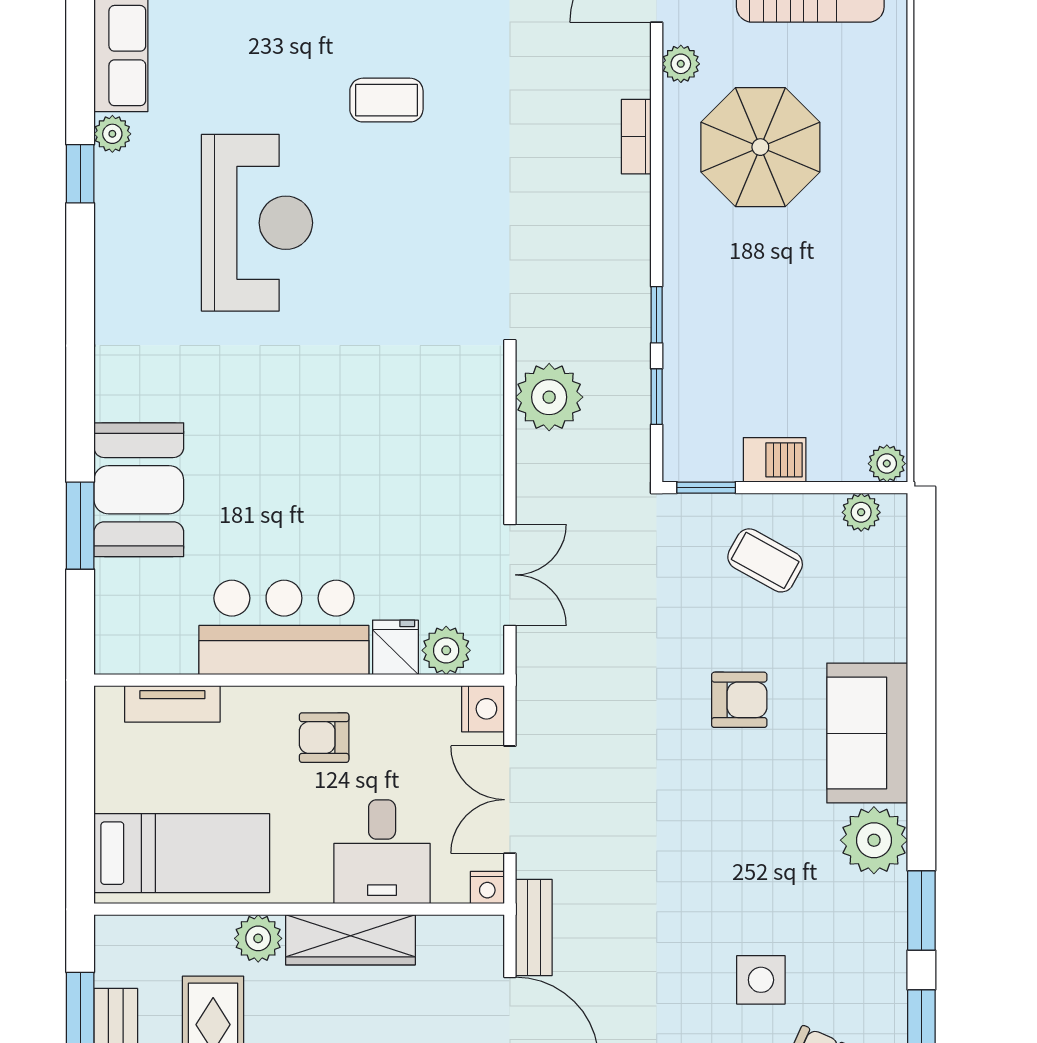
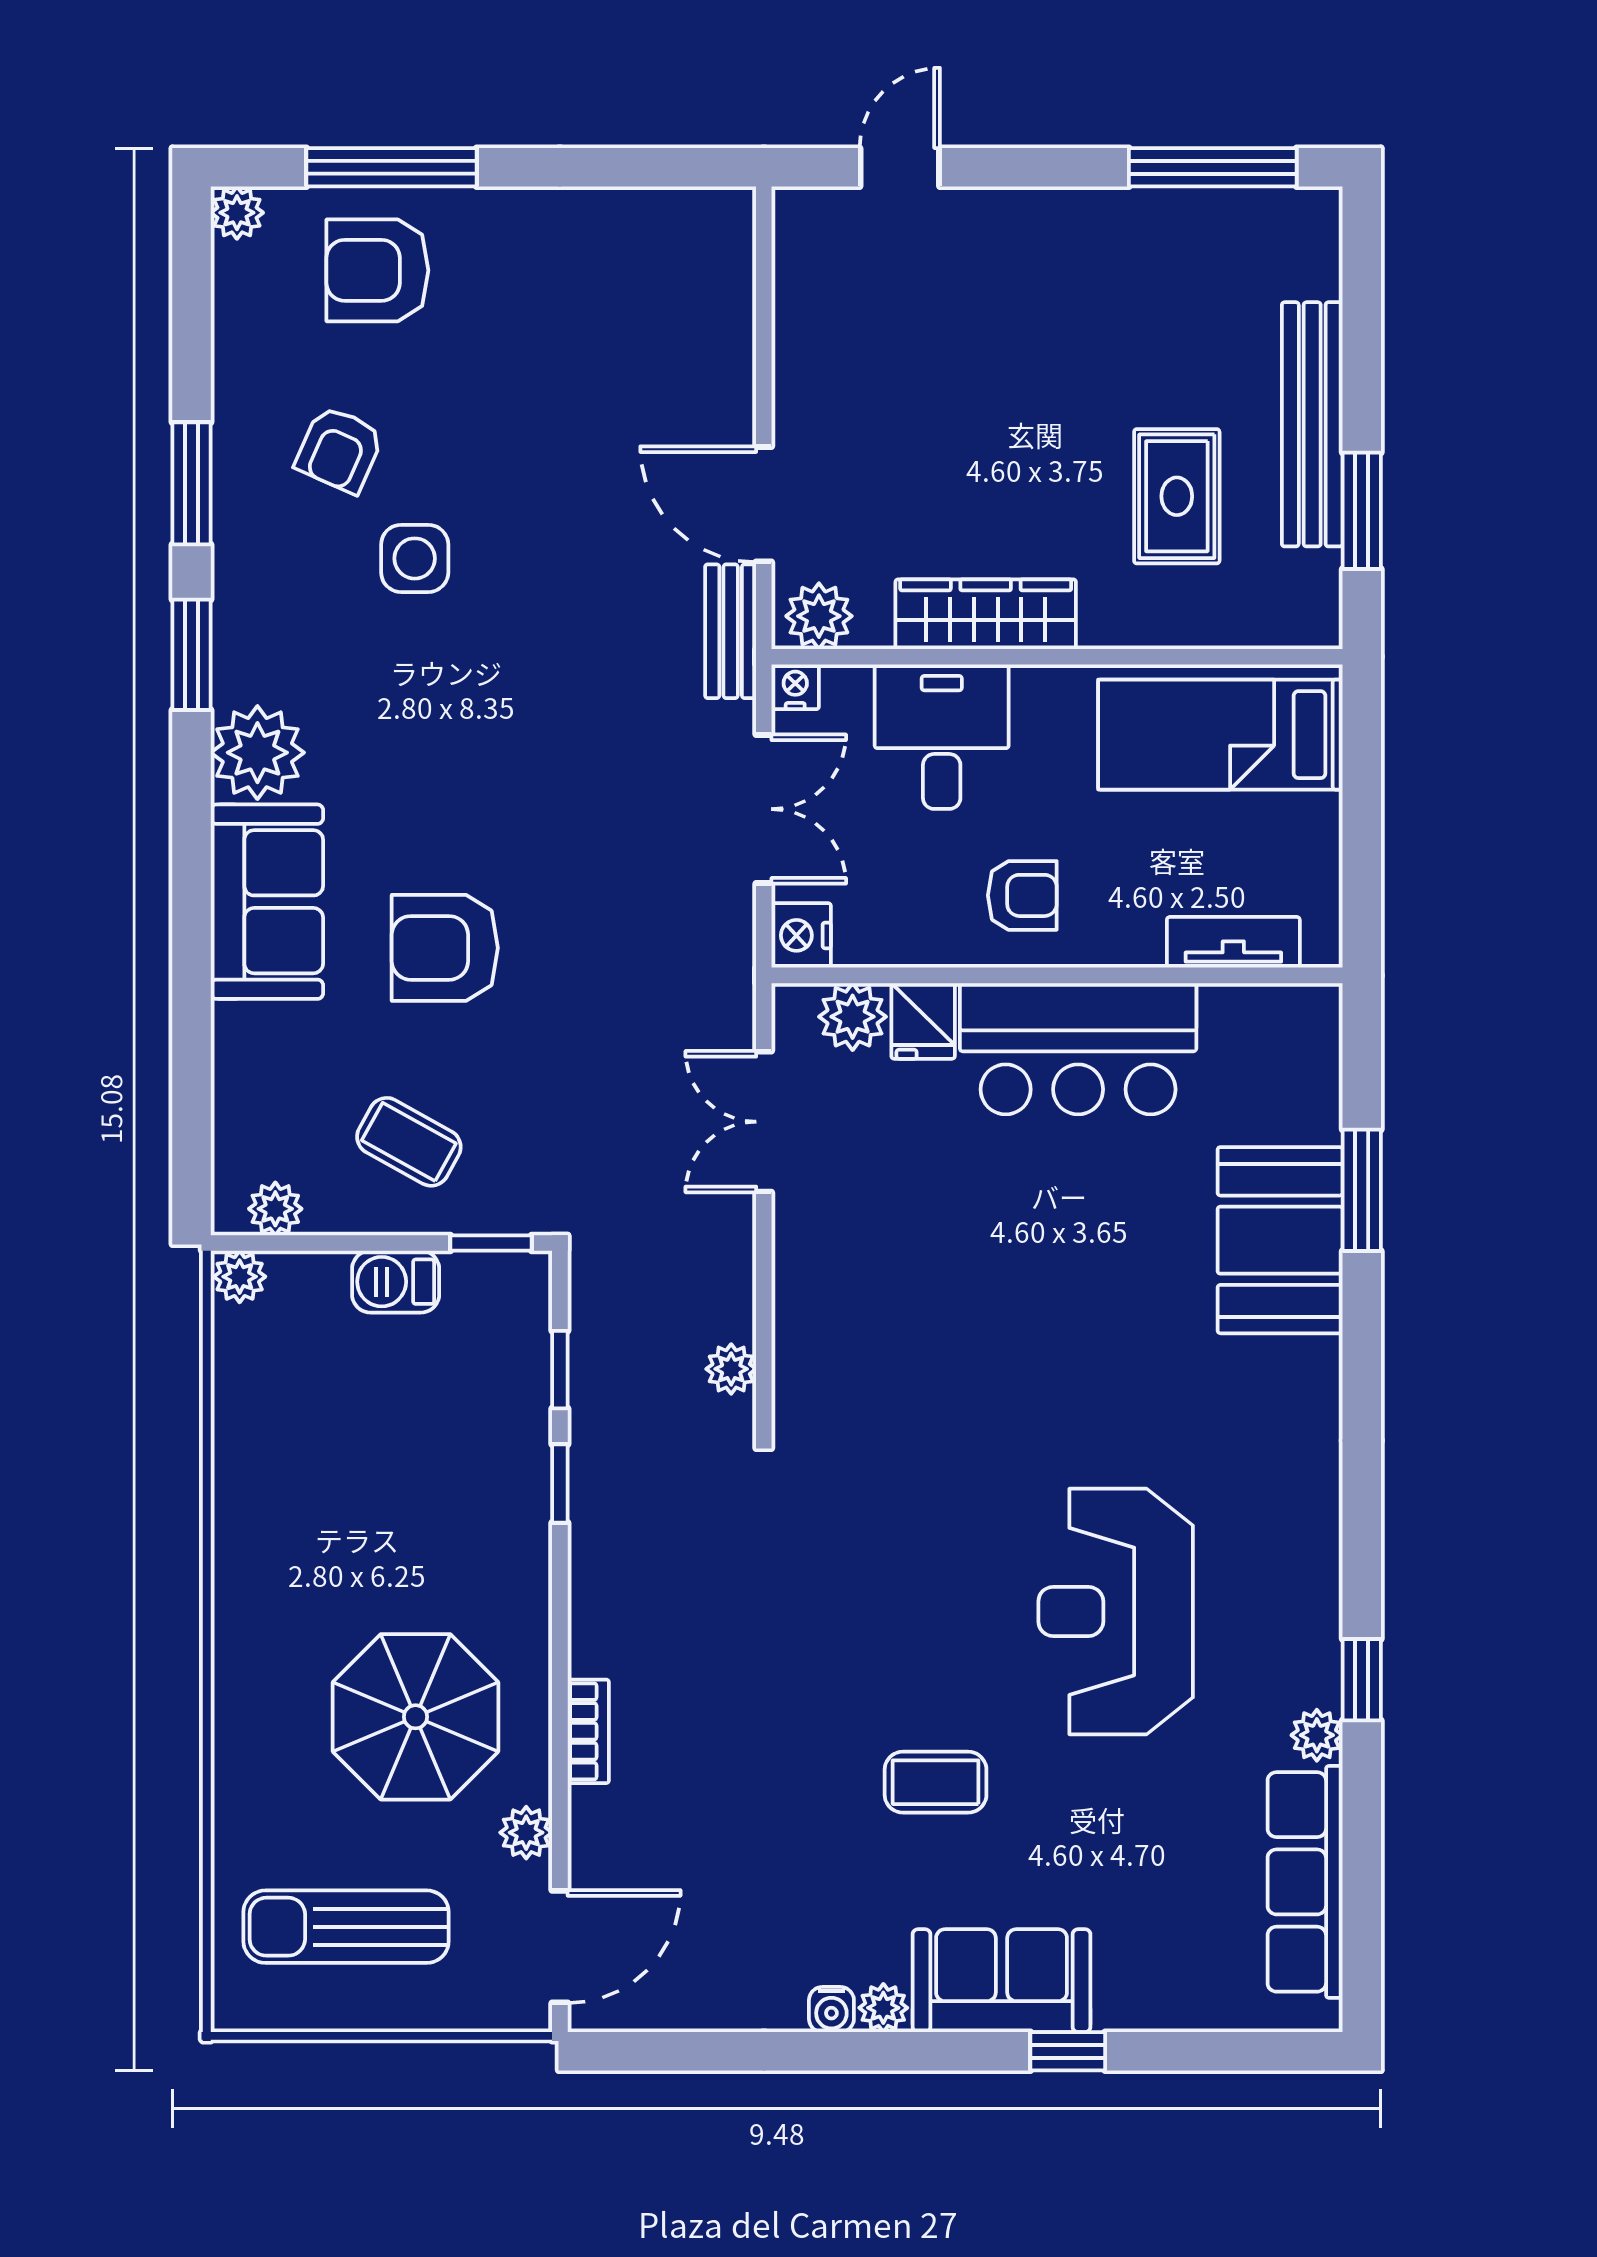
plant: (549, 397) -> (731, 1369), width x0.53, depth x0.53
armchair: (739, 700) -> (445, 948), width x1.38, depth x1.38
plant: (258, 938) -> (819, 616), moved

